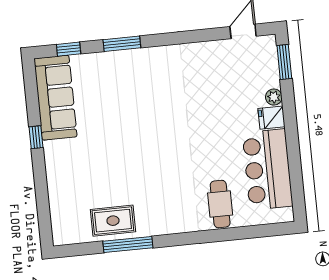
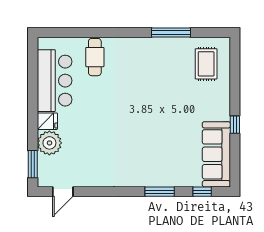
plant: (274, 97) -> (49, 143), width x1.88, depth x1.88
rug: (113, 221) -> (206, 64), moved, turned 90

